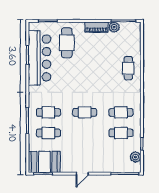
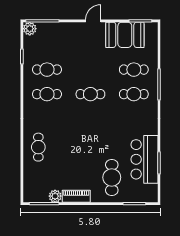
bar counter: (40, 58) -> (144, 159), width x0.73
plant: (135, 157) -> (30, 29), moved
booth: (44, 162) -> (125, 35), moved

